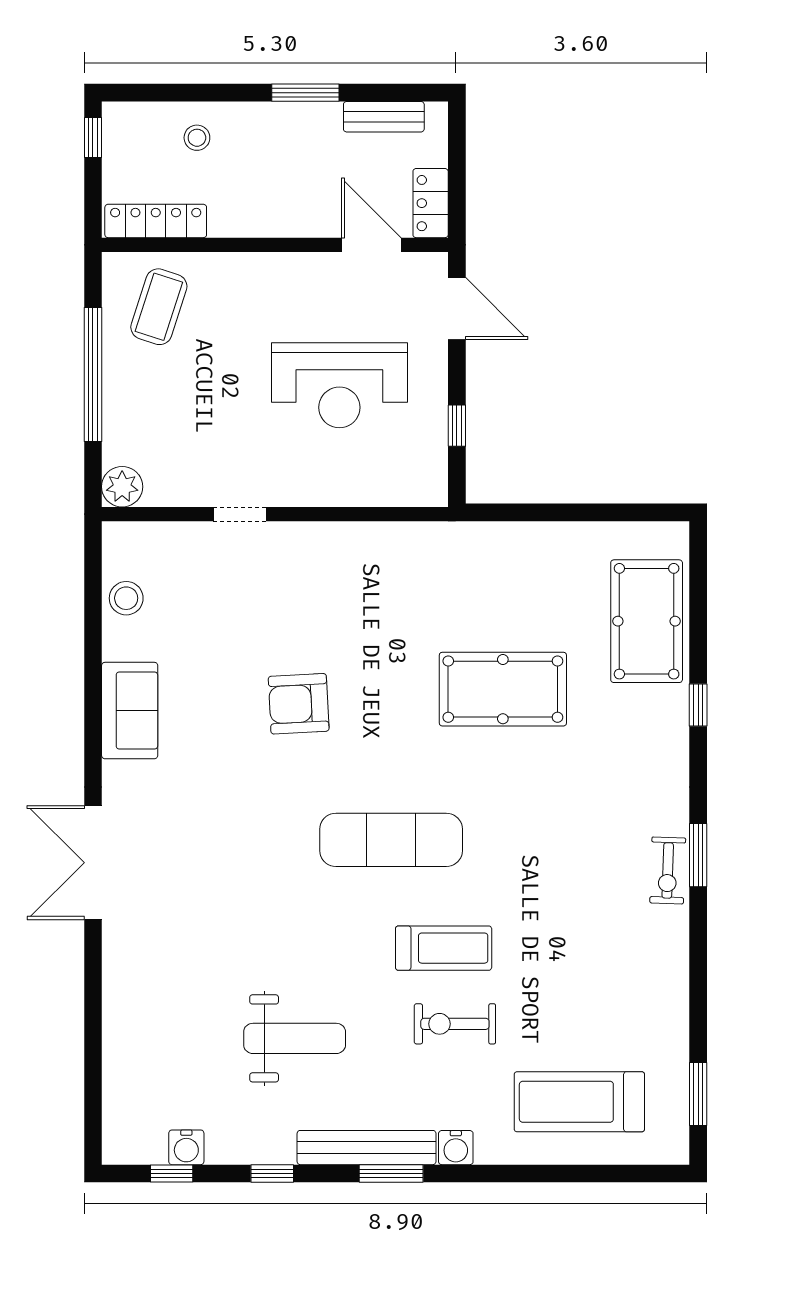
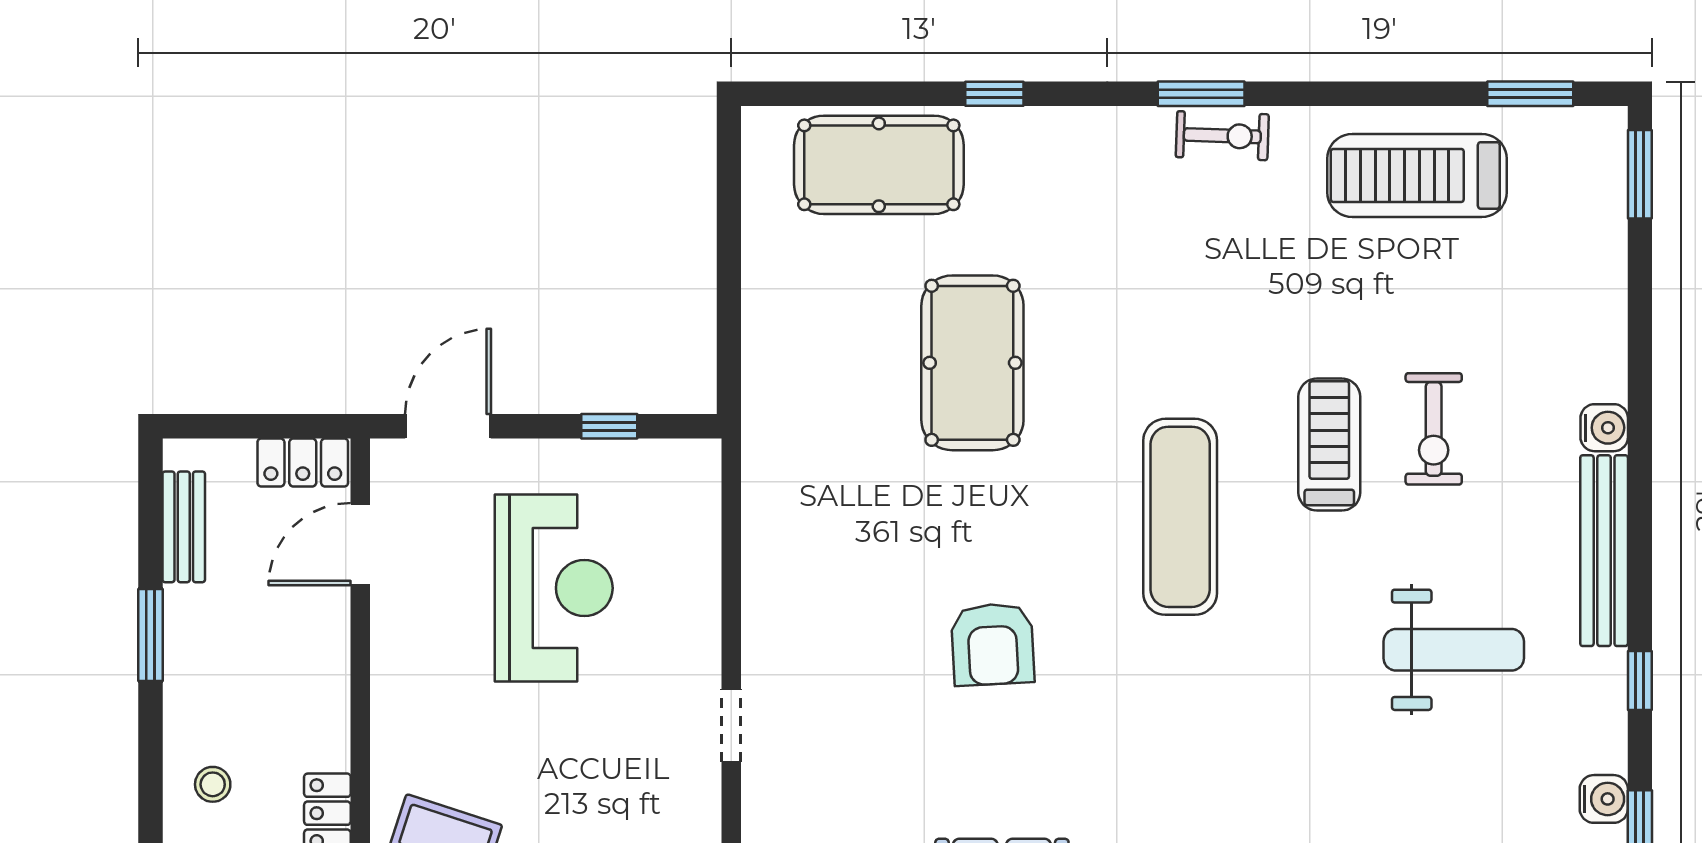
weight bench: (295, 1038) -> (1454, 650), turned 90
treadmill: (579, 1102) -> (1417, 175), moved, turned 90
window: (391, 1173) -> (1640, 174), moved

